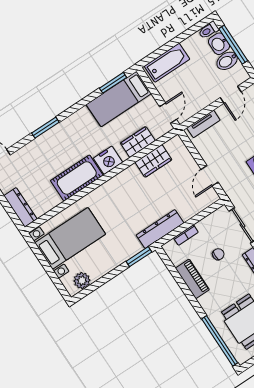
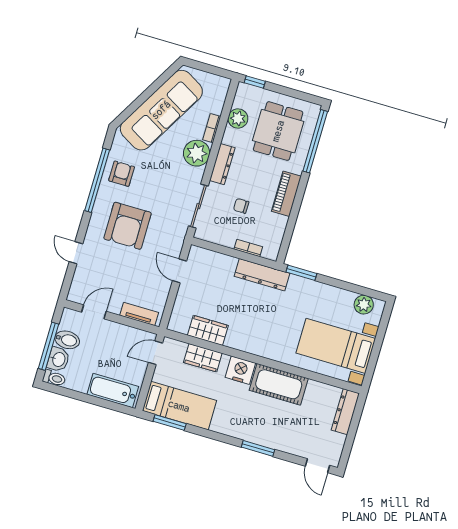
door: (210, 176) -> (179, 271), swing flipped
piano: (192, 279) -> (286, 194), moved

